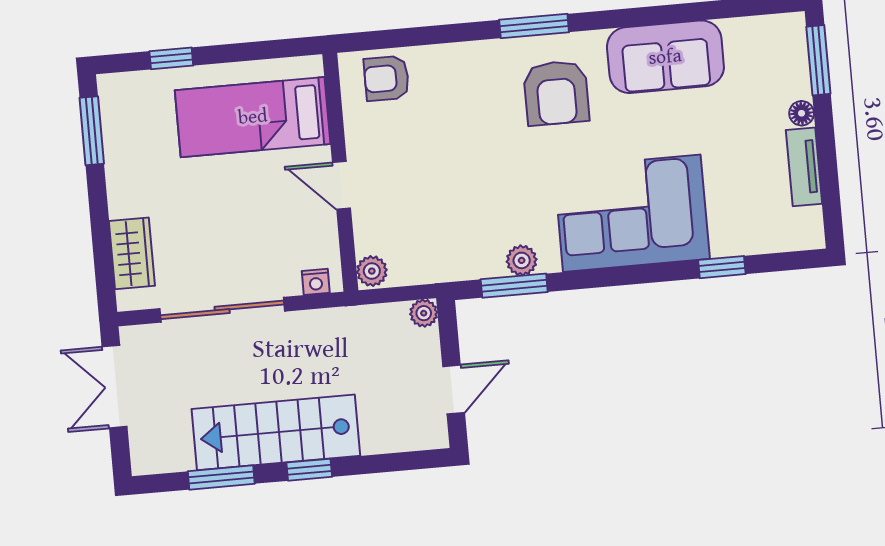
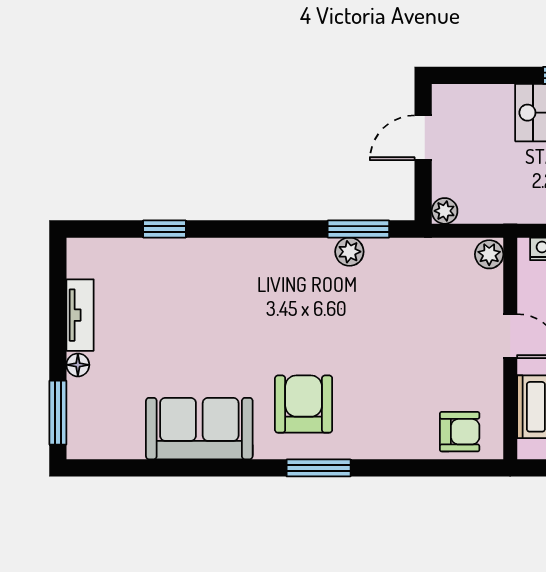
corner sofa: (632, 213) -> (243, 286), removed

